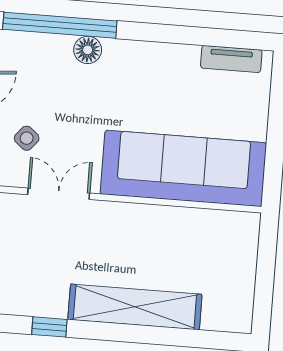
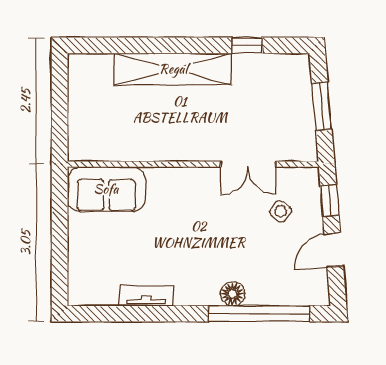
tv unit: (231, 59) -> (146, 296), moved
sofa: (183, 168) -> (106, 189), width x0.54, depth x0.79

